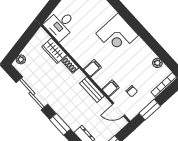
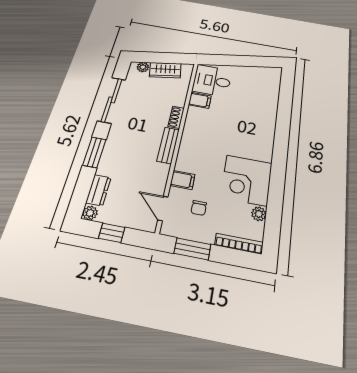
corner desk: (117, 34) -> (247, 180), moved
wardrobe: (54, 51) -> (165, 70), moved, turned -100
filing cabinet: (92, 68) -> (200, 100), moved
bench: (92, 90) -> (168, 145), moved

